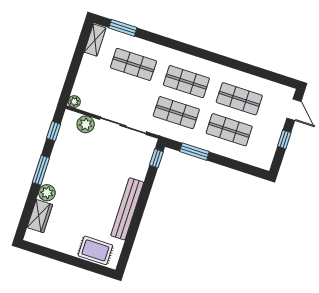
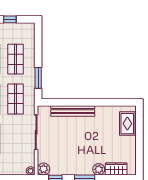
plant: (86, 124) -> (44, 169), moved
window: (156, 158) -> (51, 102), removed
bench: (127, 209) -> (73, 111), moved

